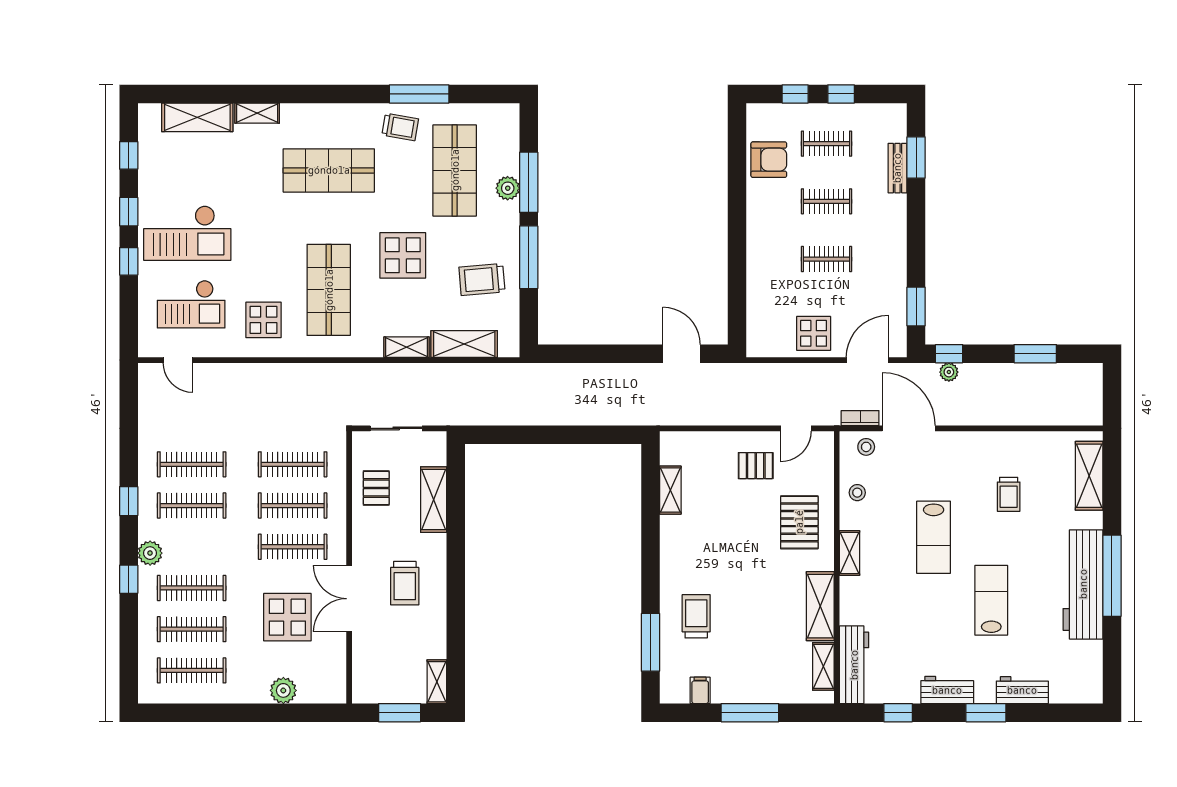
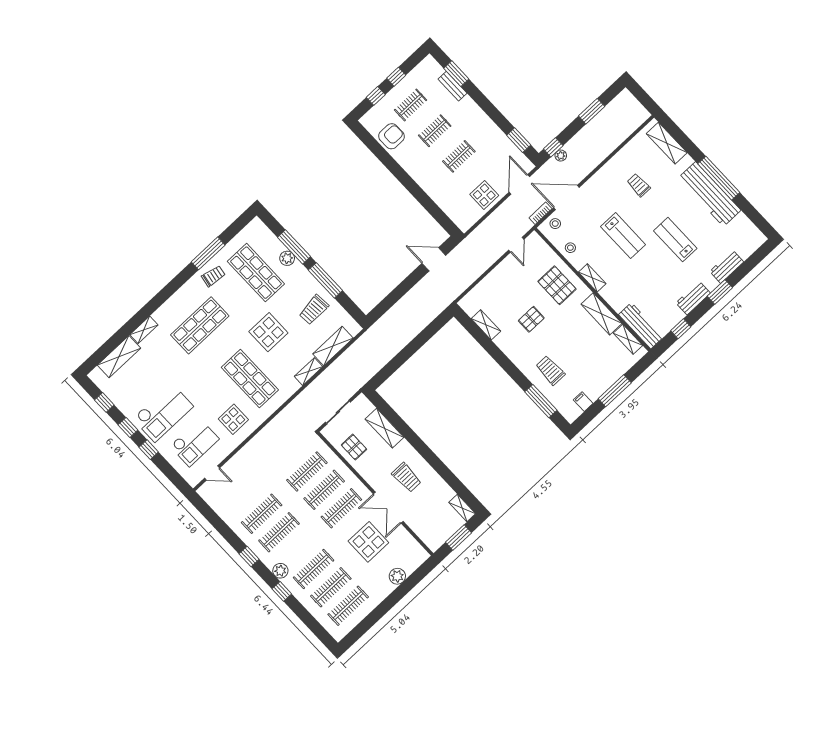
pallet: (756, 466) -> (531, 319), moved
trolley: (1009, 494) -> (639, 185), turned 180

